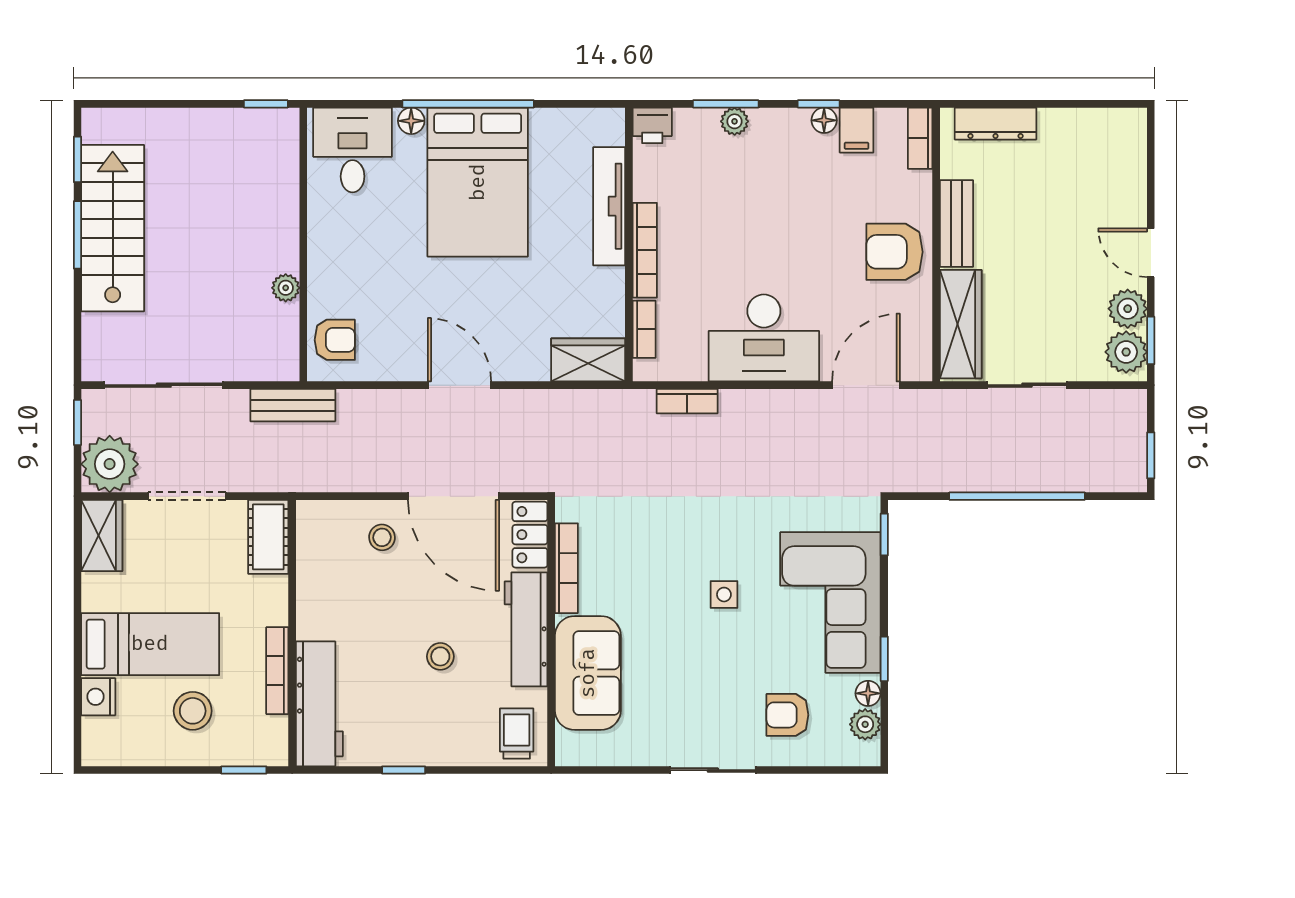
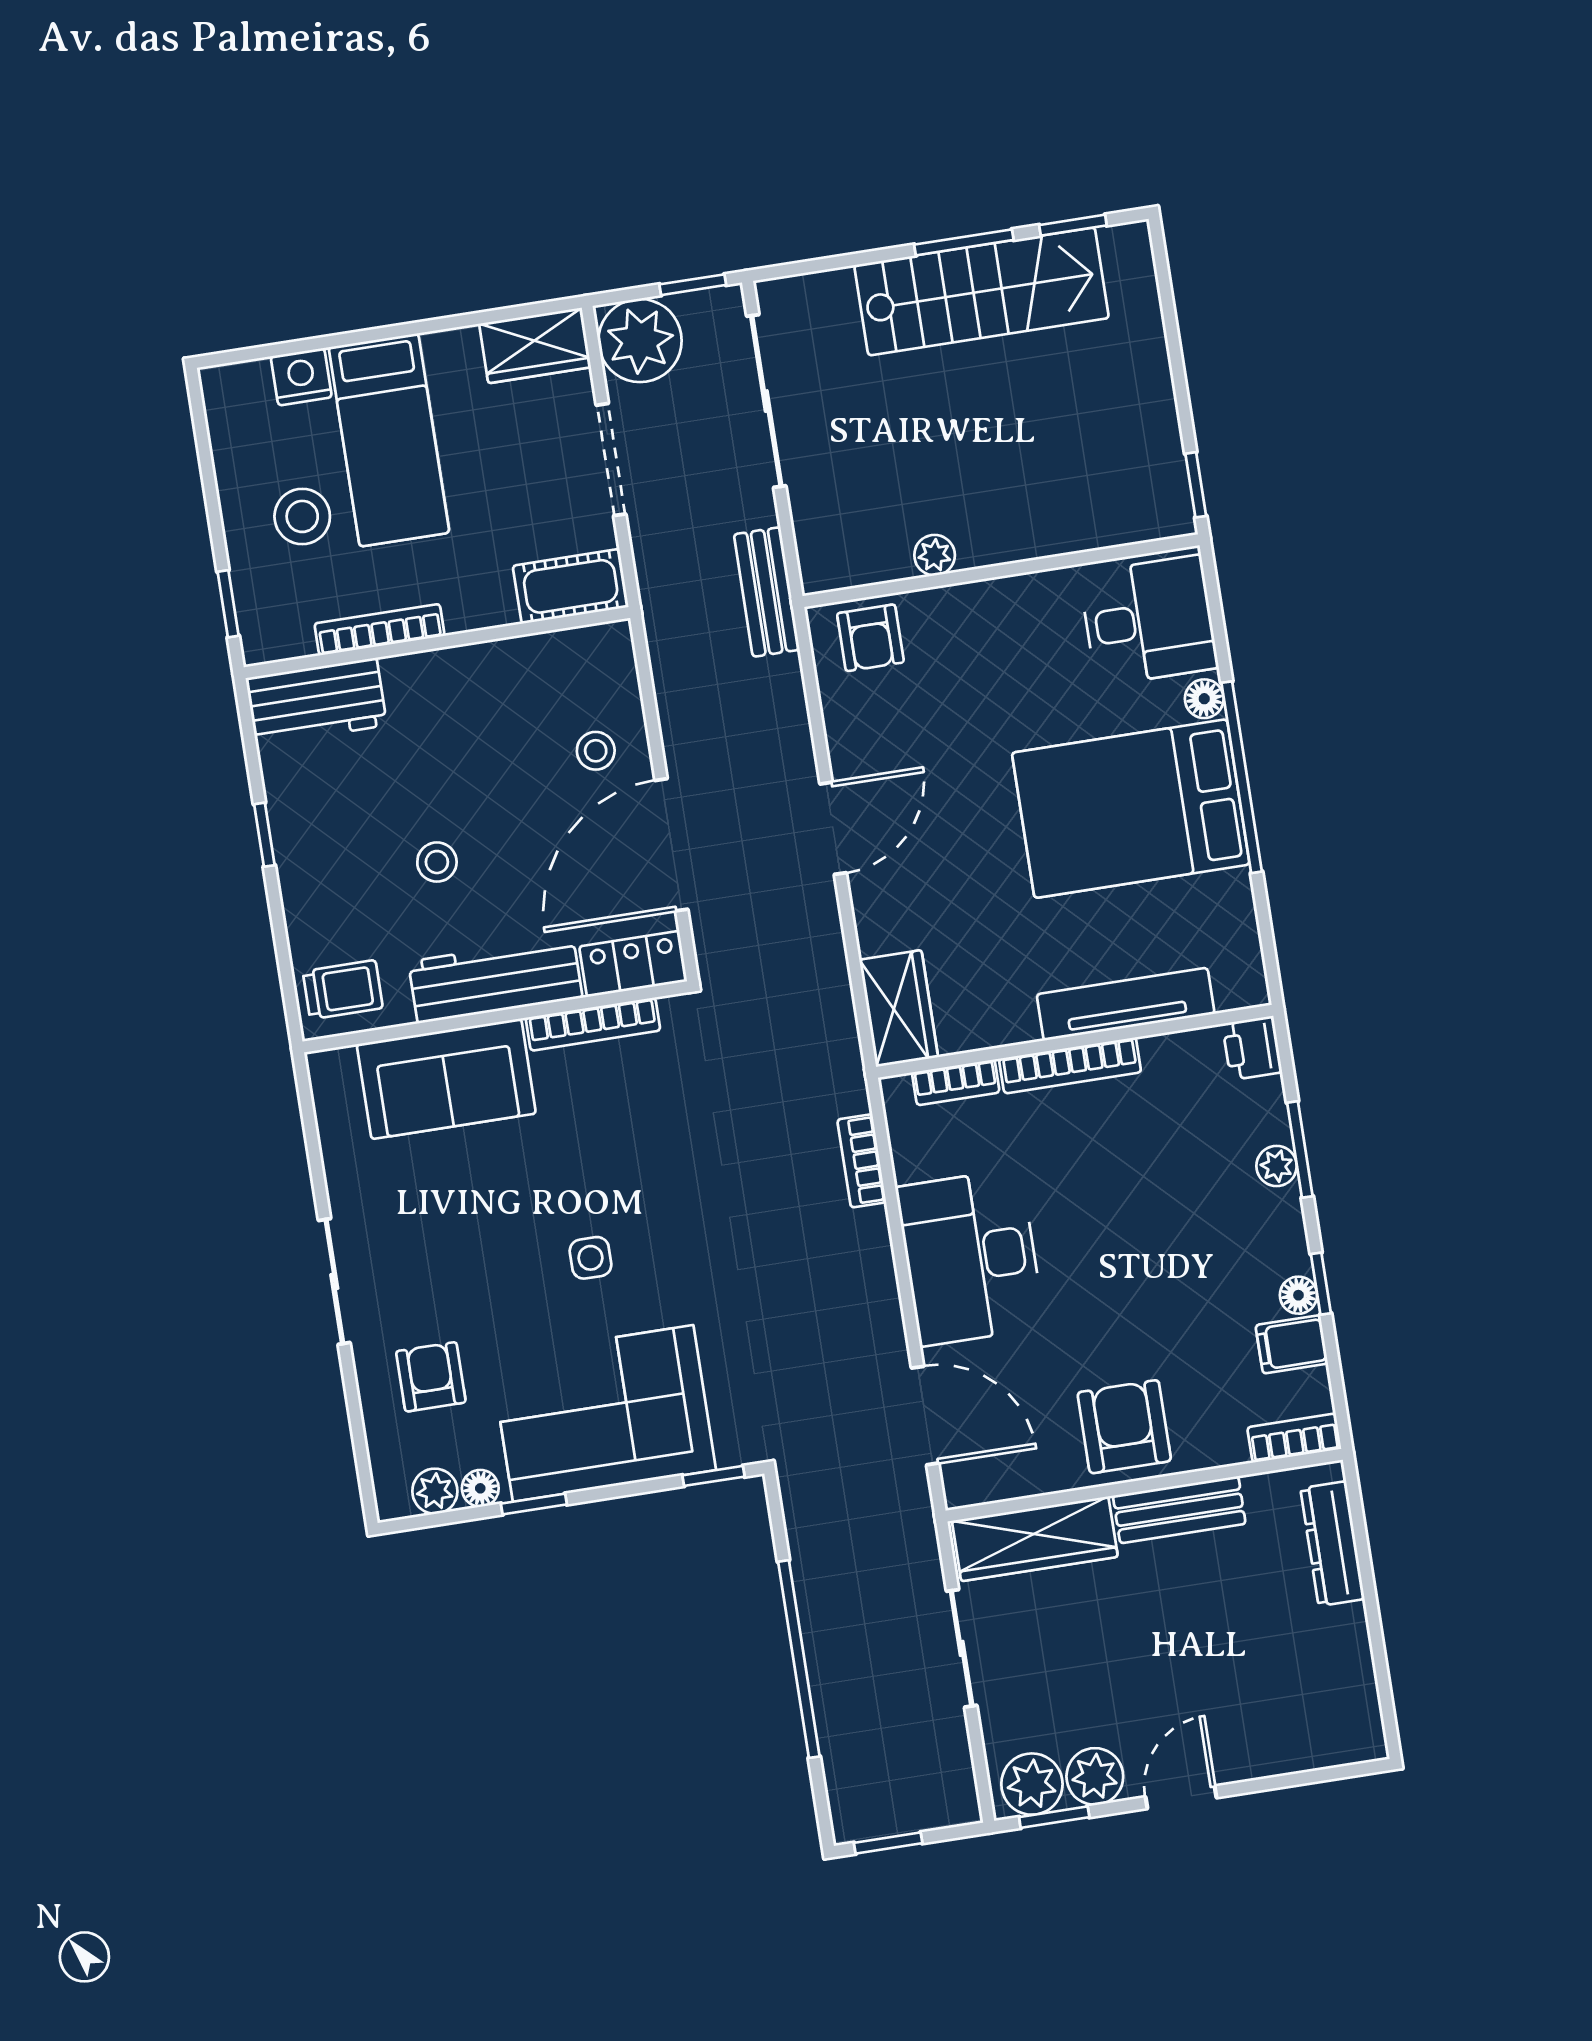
workbench: (319, 704) -> (316, 702), width x0.73

